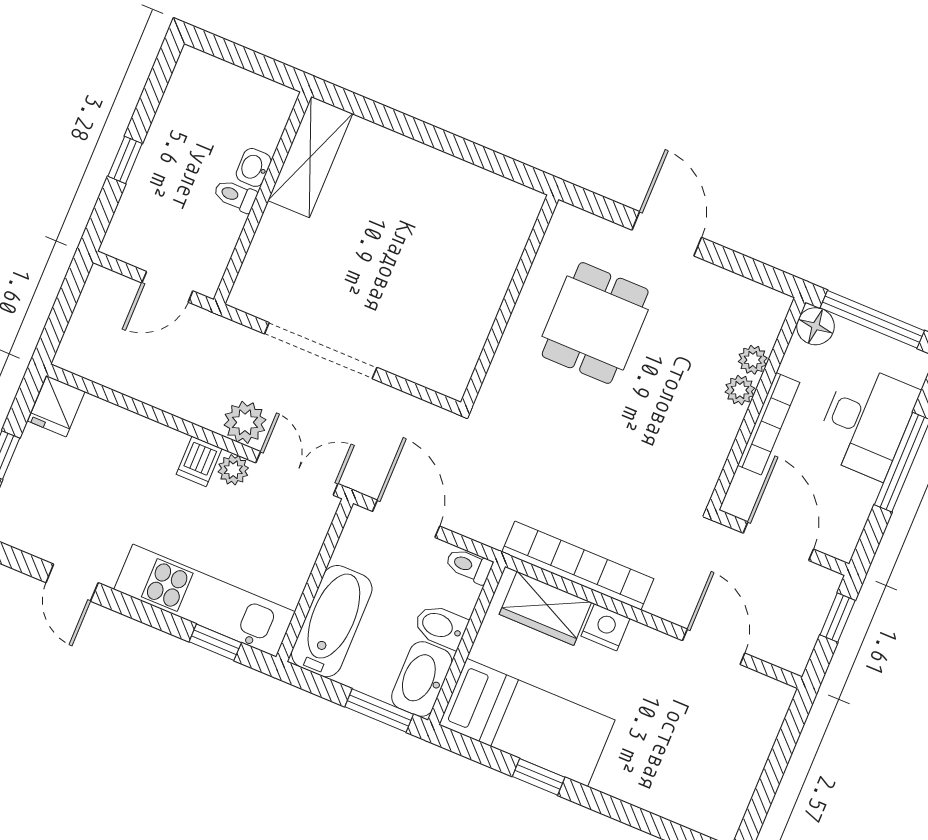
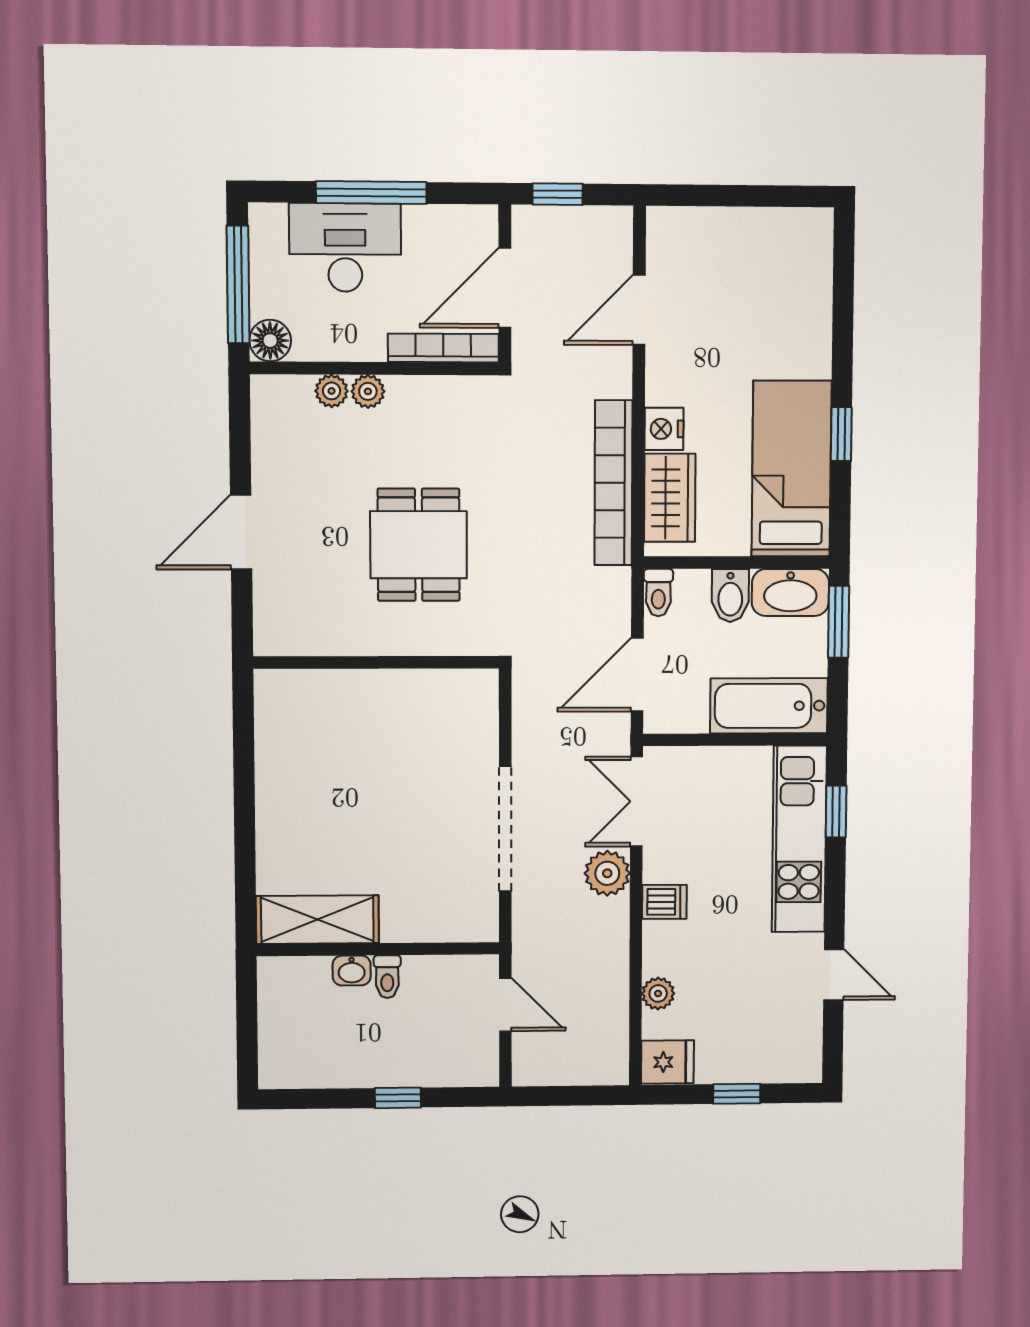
dining table: (595, 323) -> (419, 545), moved, turned 90
bookcase: (769, 424) -> (443, 348), moved
plant: (233, 470) -> (658, 993), moved
door: (72, 583) -> (834, 975), hinge flipped

